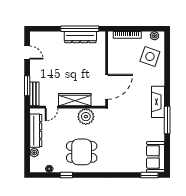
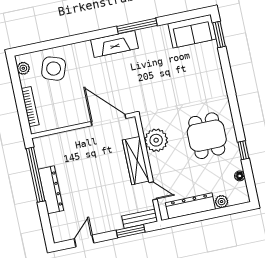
dresser: (80, 37) -> (51, 190), moved

